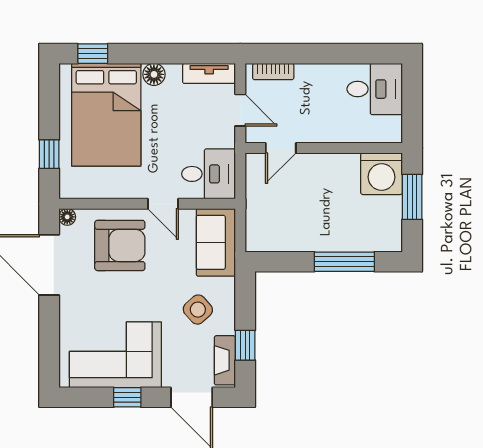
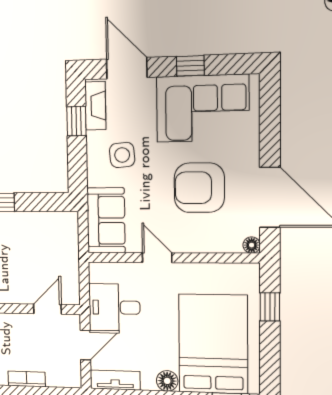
bookcase: (273, 72) -> (27, 379), moved
door: (240, 110) -> (85, 345), swing flipped
desk: (209, 174) -> (114, 307), moved
armchair: (120, 245) -> (199, 188), moved
side table: (198, 310) -> (122, 155), turned 37

